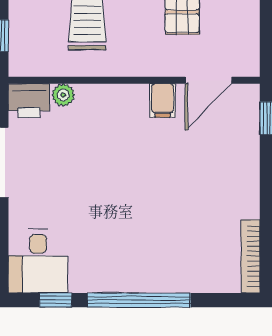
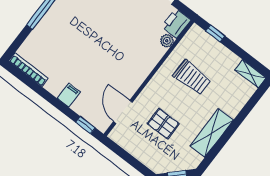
filing cabinet: (163, 101) -> (69, 95), moved, turned 90

